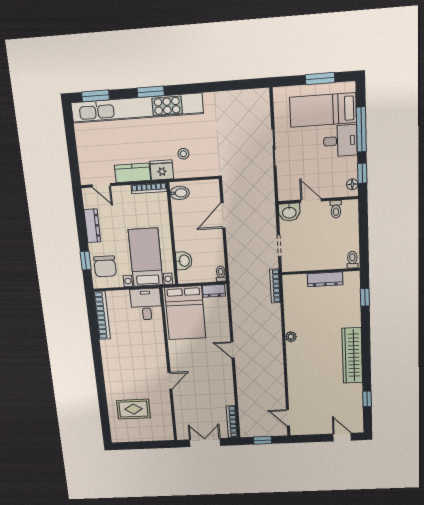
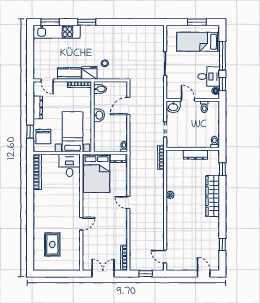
kitchen unit: (137, 108) -> (57, 32), width x0.54
desk: (340, 141) -> (209, 77), moved
washbasin: (184, 261) -> (99, 115), moved
wardrobe: (352, 355) -> (213, 196), moved
rug: (133, 409) -> (52, 244), turned 90

